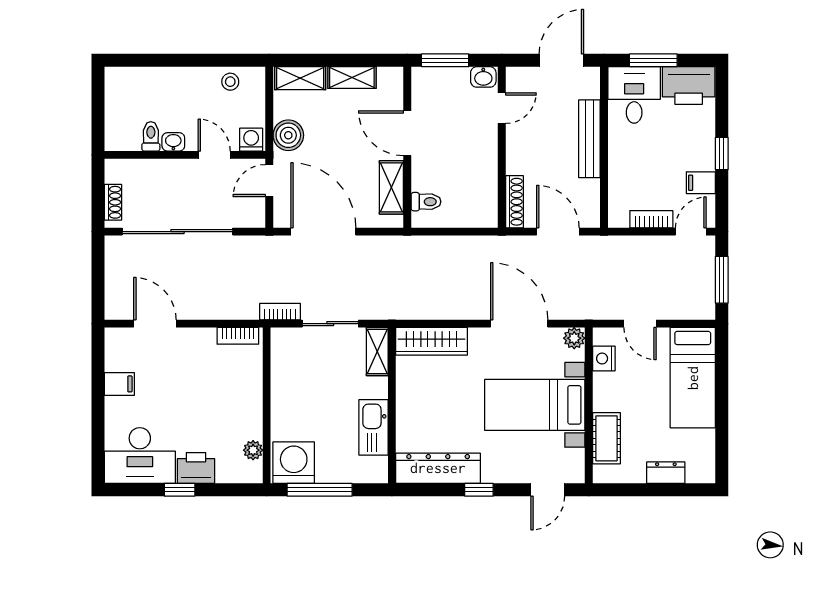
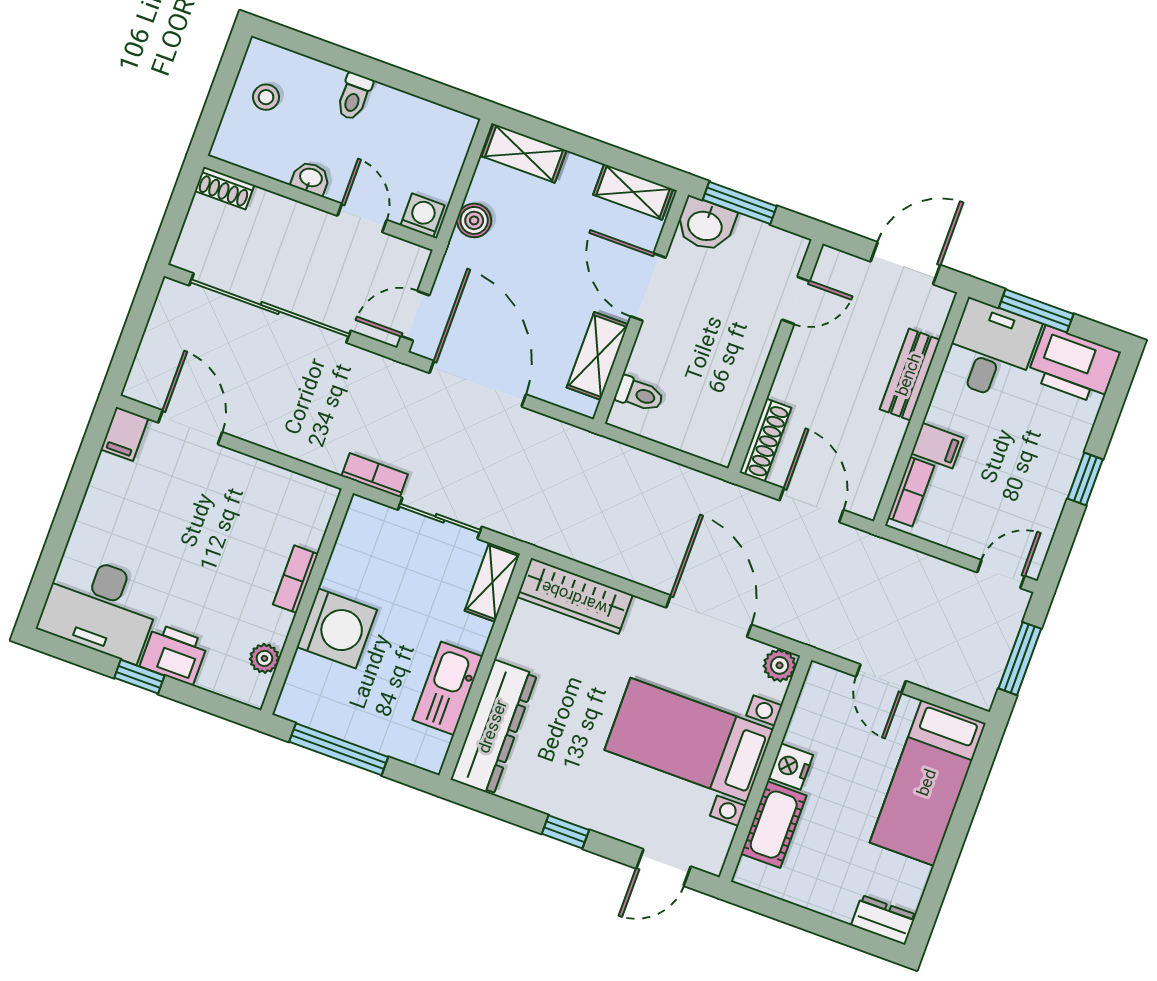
washbasin: (483, 77) -> (705, 225), moved, width x1.38, depth x1.45
shelving: (352, 78) -> (633, 192), moved
stool: (230, 82) -> (266, 97), moved
boiler: (288, 135) -> (474, 220), width x0.73, depth x0.73
toilet: (151, 136) -> (354, 97), moved, turned 180
bench: (589, 139) -> (910, 375), width x0.73
door: (269, 181) -> (415, 316), moved
filing cabinet: (701, 183) -> (937, 446), moved, turned 180
shoe rack: (113, 202) -> (225, 188), moved, turned 90
bookcase: (651, 219) -> (911, 492), moved, turned 90
bookcase: (238, 336) -> (295, 579), moved, turned 90
nightstand: (604, 358) -> (791, 766), moved
filing cabinet: (119, 384) -> (125, 434), moved, turned 90
washing machine: (294, 463) -> (337, 628), moved, turned 90
dresser: (438, 468) -> (494, 727), moved, turned 90
dresser: (666, 473) -> (884, 920), moved

